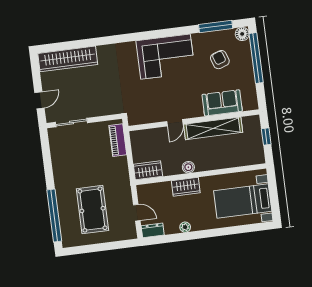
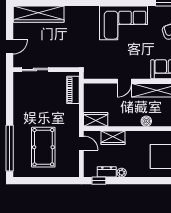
boiler: (188, 167) -> (146, 121), moved
wardrobe: (186, 187) -> (113, 138), moved
door: (137, 213) -> (81, 143), moved
dresser: (153, 230) -> (107, 172), moved
window: (160, 240) -> (99, 181), added

